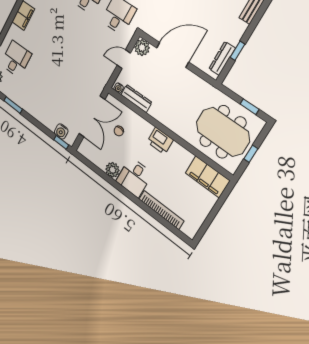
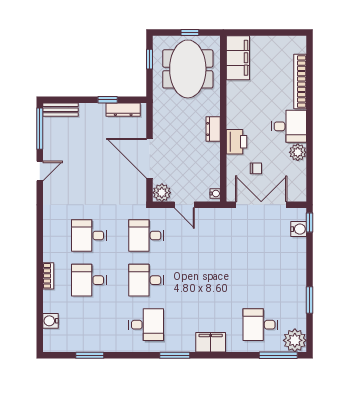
dresser: (136, 99) -> (213, 129), moved, width x0.70
printer: (160, 141) -> (237, 142), moved

